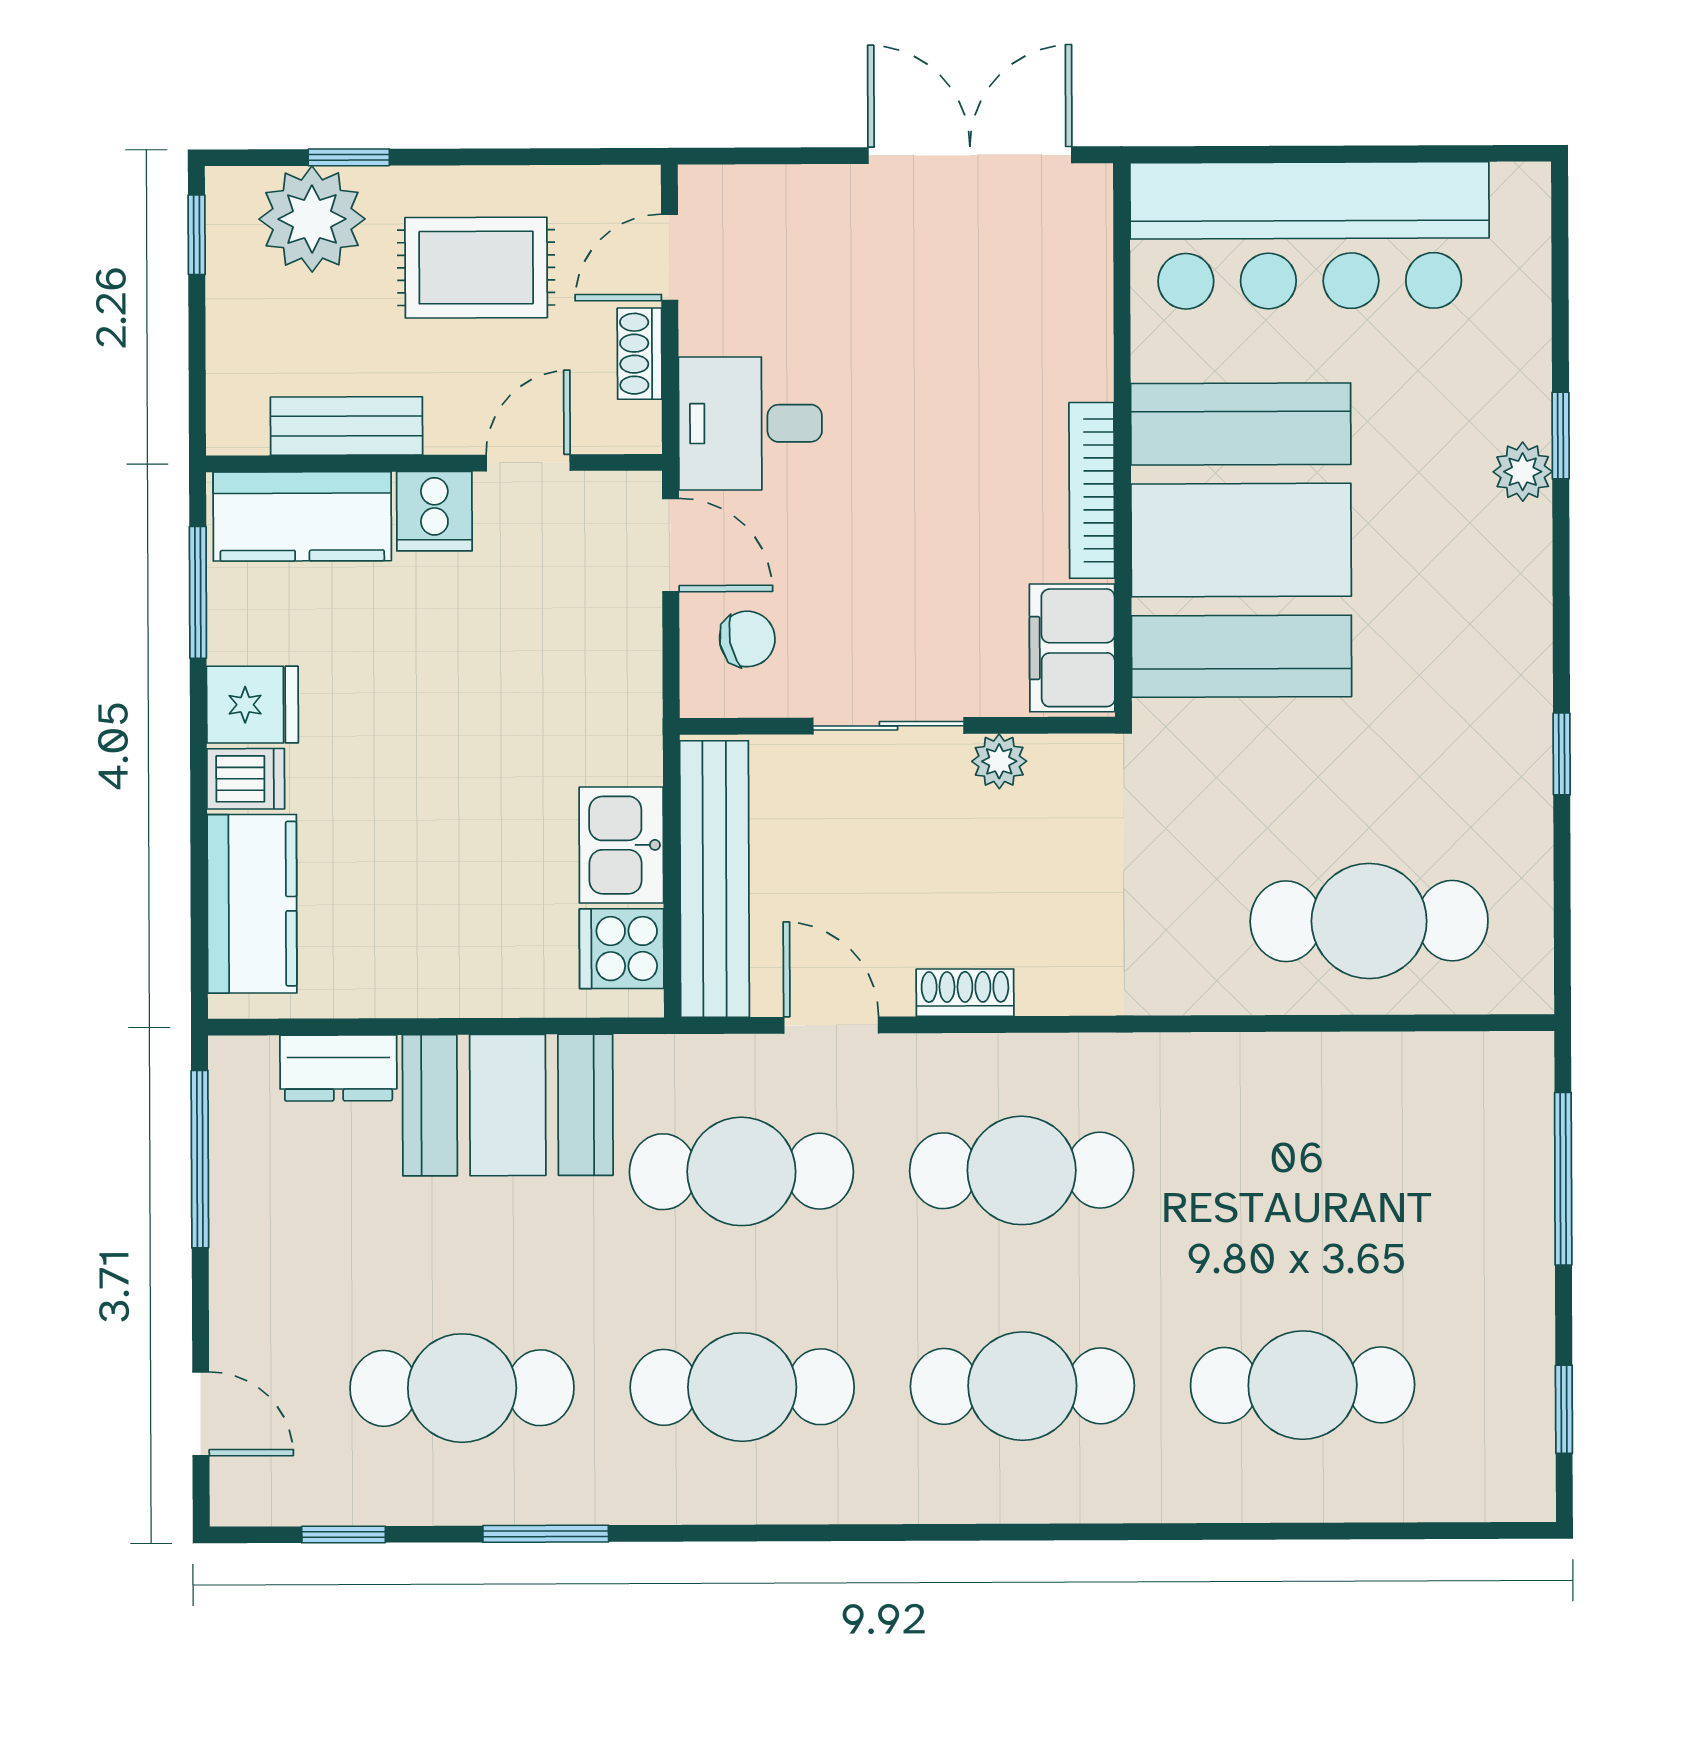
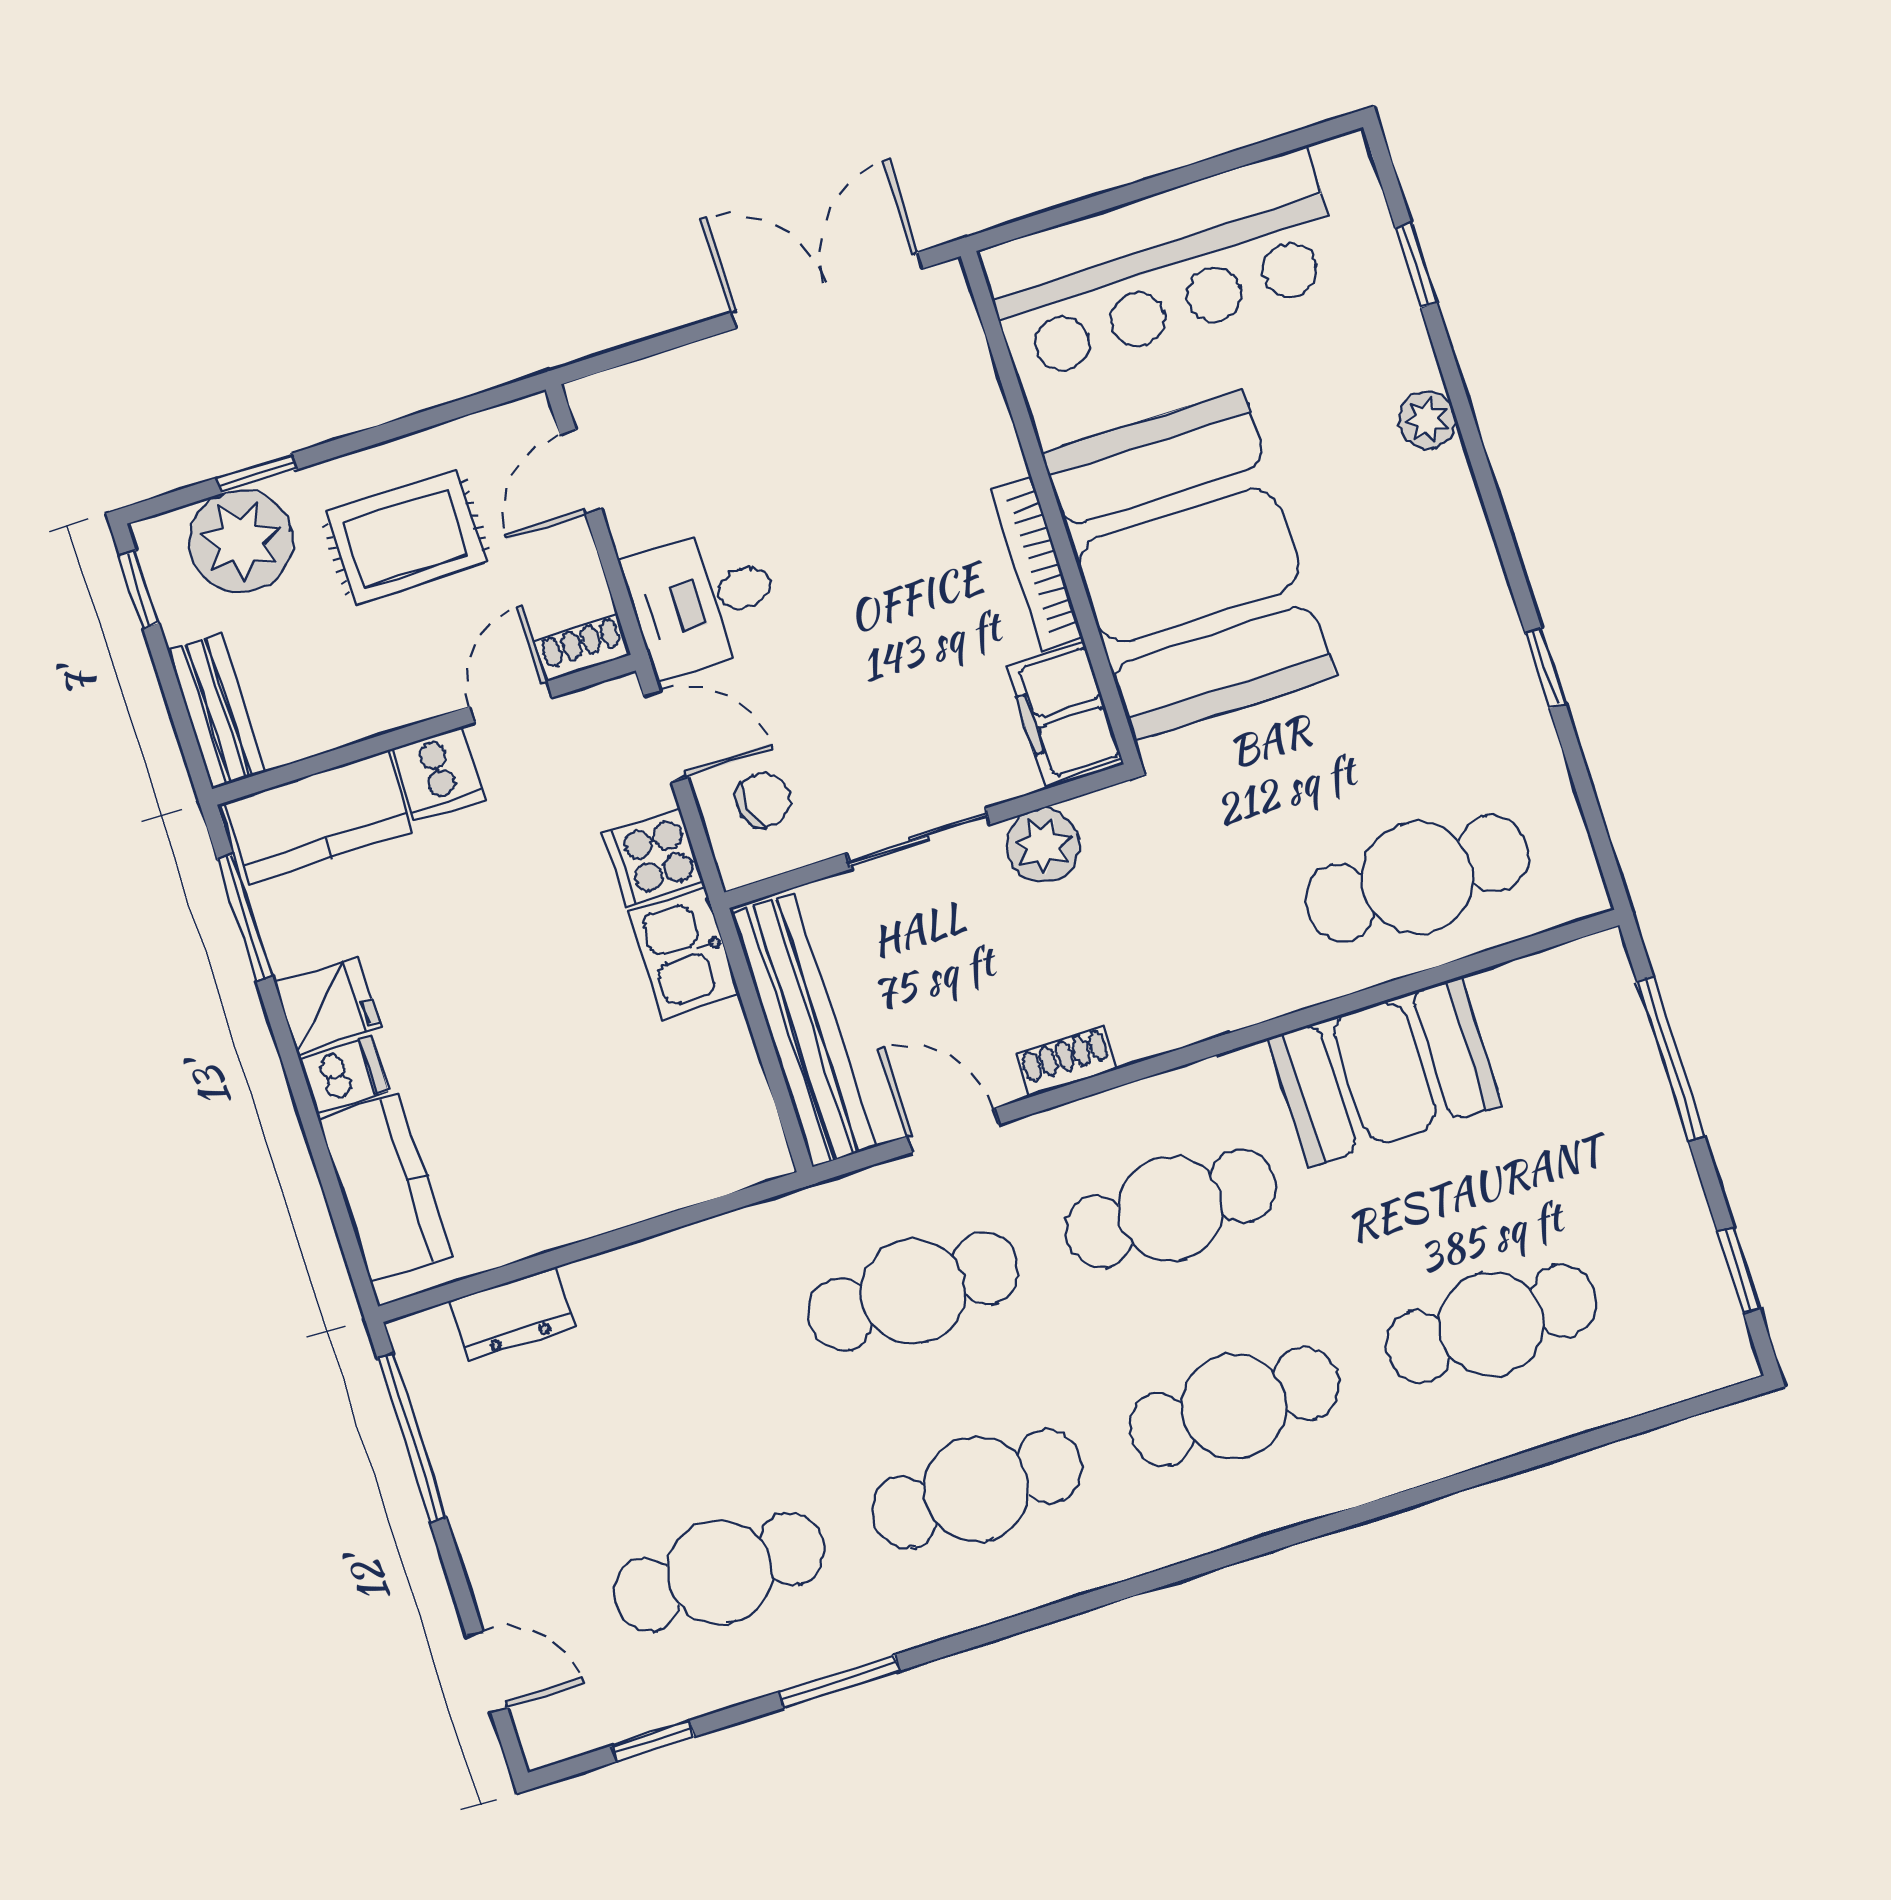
shoe rack: (640, 354) -> (583, 648), moved, turned 90
bench: (346, 426) -> (216, 711), moved, turned 90
window: (1561, 436) -> (1416, 265), moved
plant: (999, 761) -> (1043, 845), width x1.38, depth x1.38
kitchen sink: (621, 845) -> (684, 953), moved
cooker: (622, 949) -> (654, 858), moved
booth: (508, 1105) -> (1385, 1072), moved

